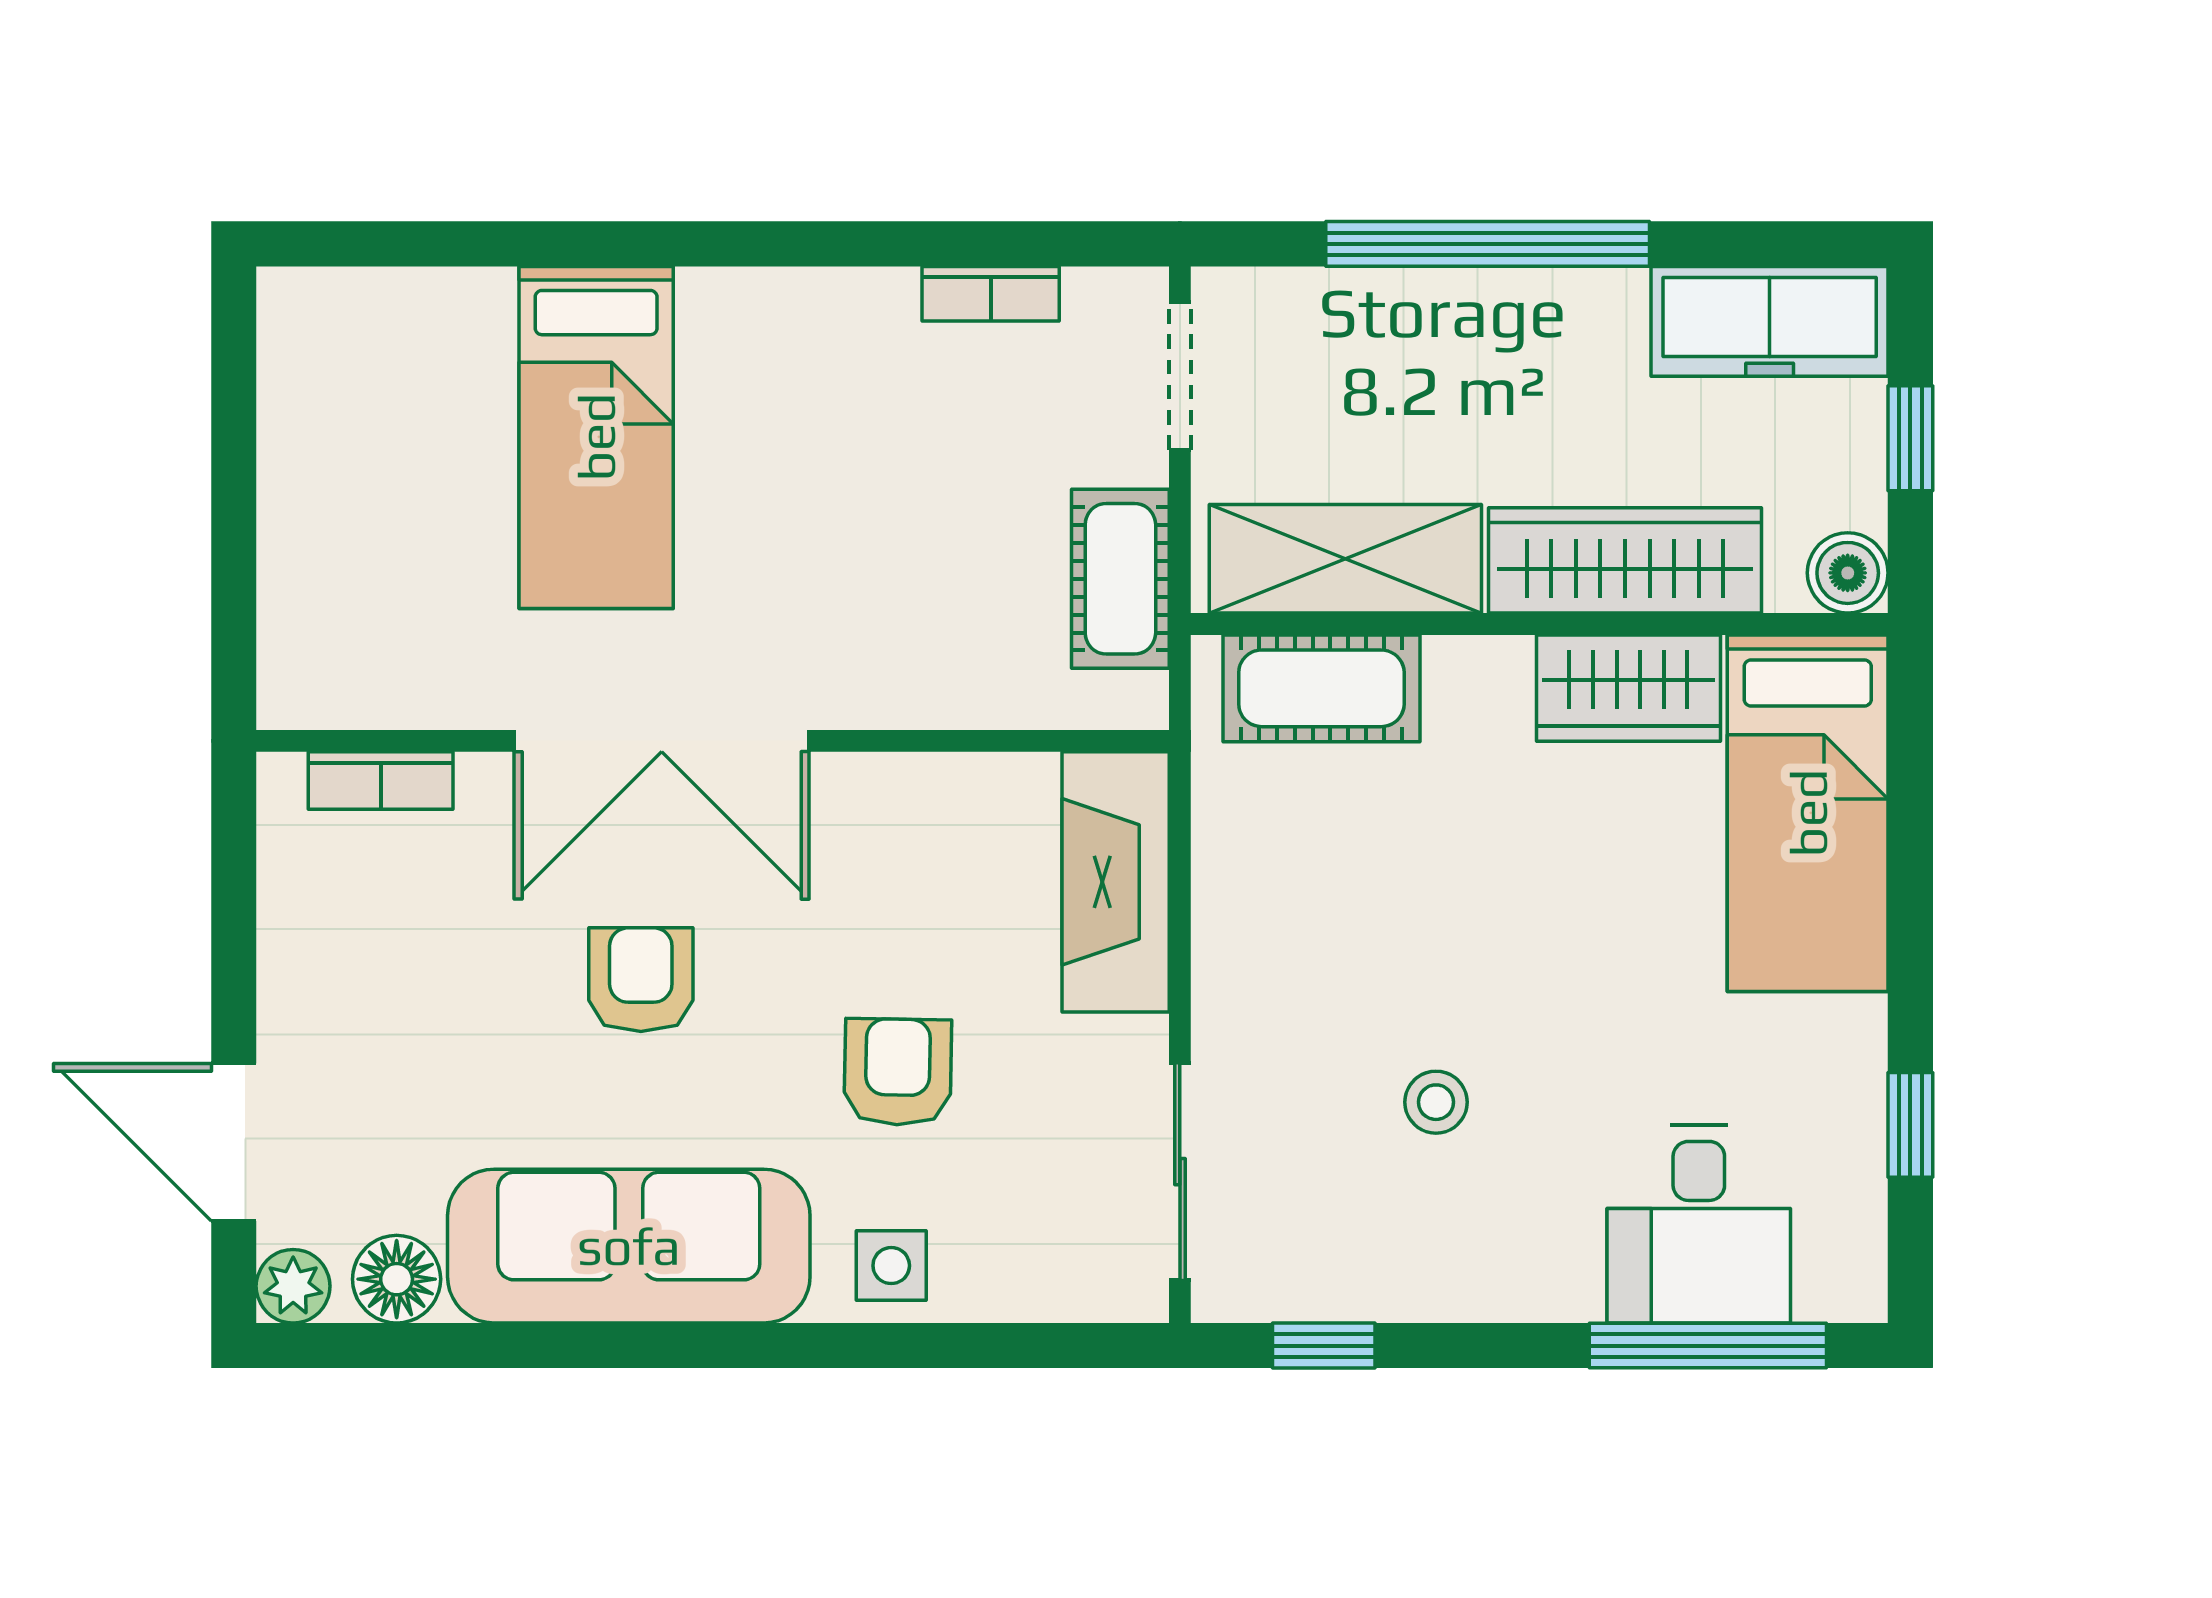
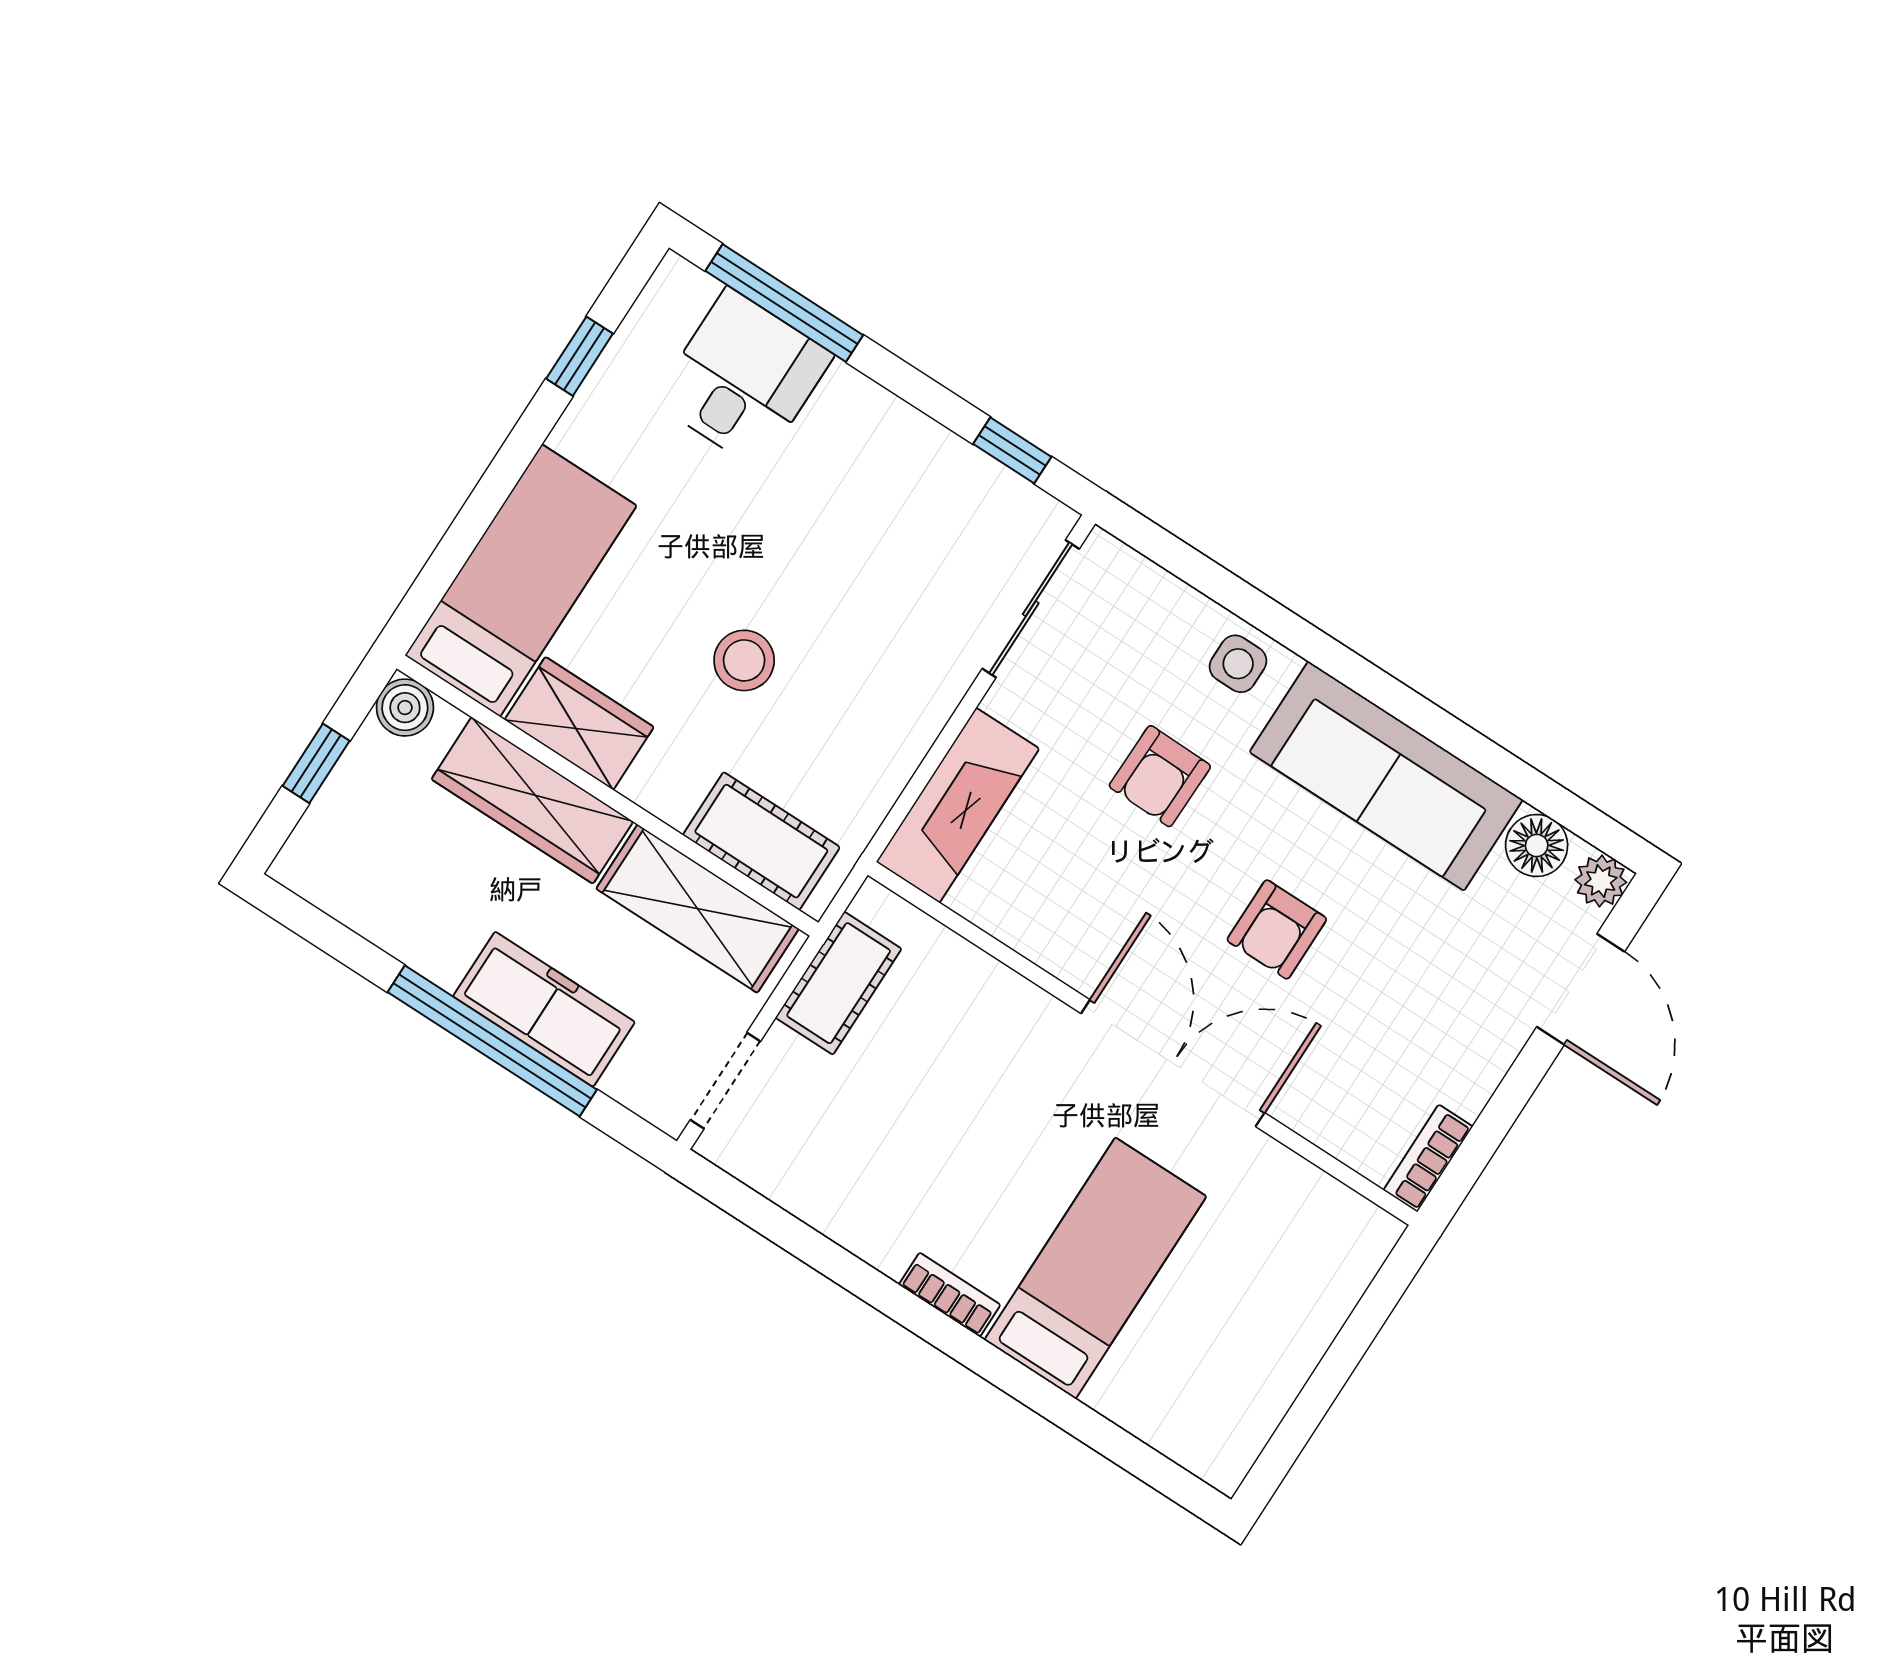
bookcase: (991, 294) -> (950, 1295), moved
freezer: (1770, 321) -> (544, 1009), moved
bookcase: (381, 781) -> (1428, 1158), moved, turned -90
stool: (1436, 1102) -> (744, 660), moved, width x1.37, depth x1.37

